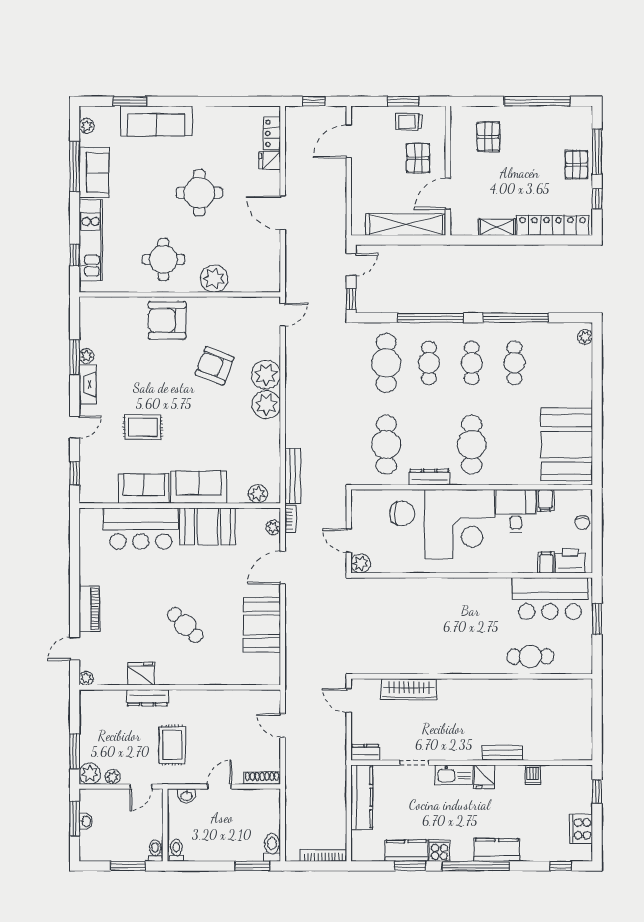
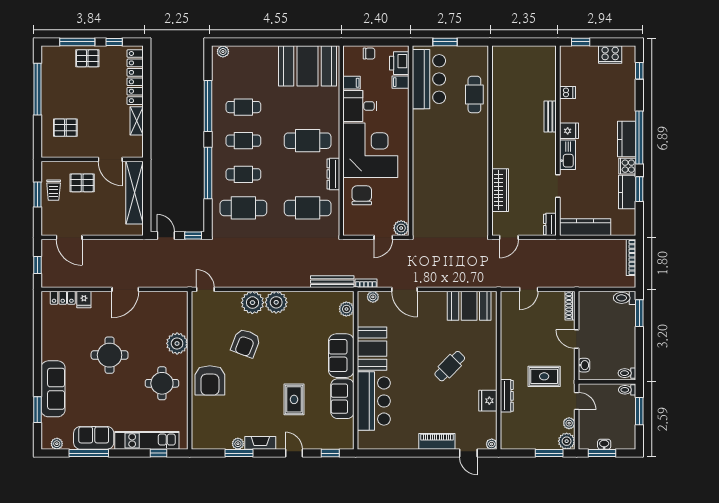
booth: (262, 625) -> (469, 306), moved
kitchen counter: (497, 850) -> (627, 139), moved

